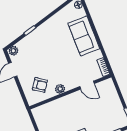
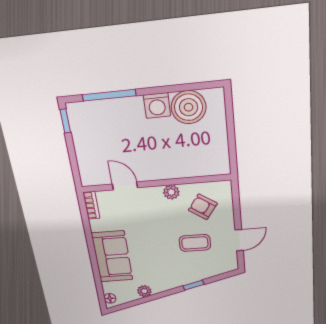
plant: (13, 51) -> (144, 291), moved
coffee table: (38, 60) -> (195, 243), added

